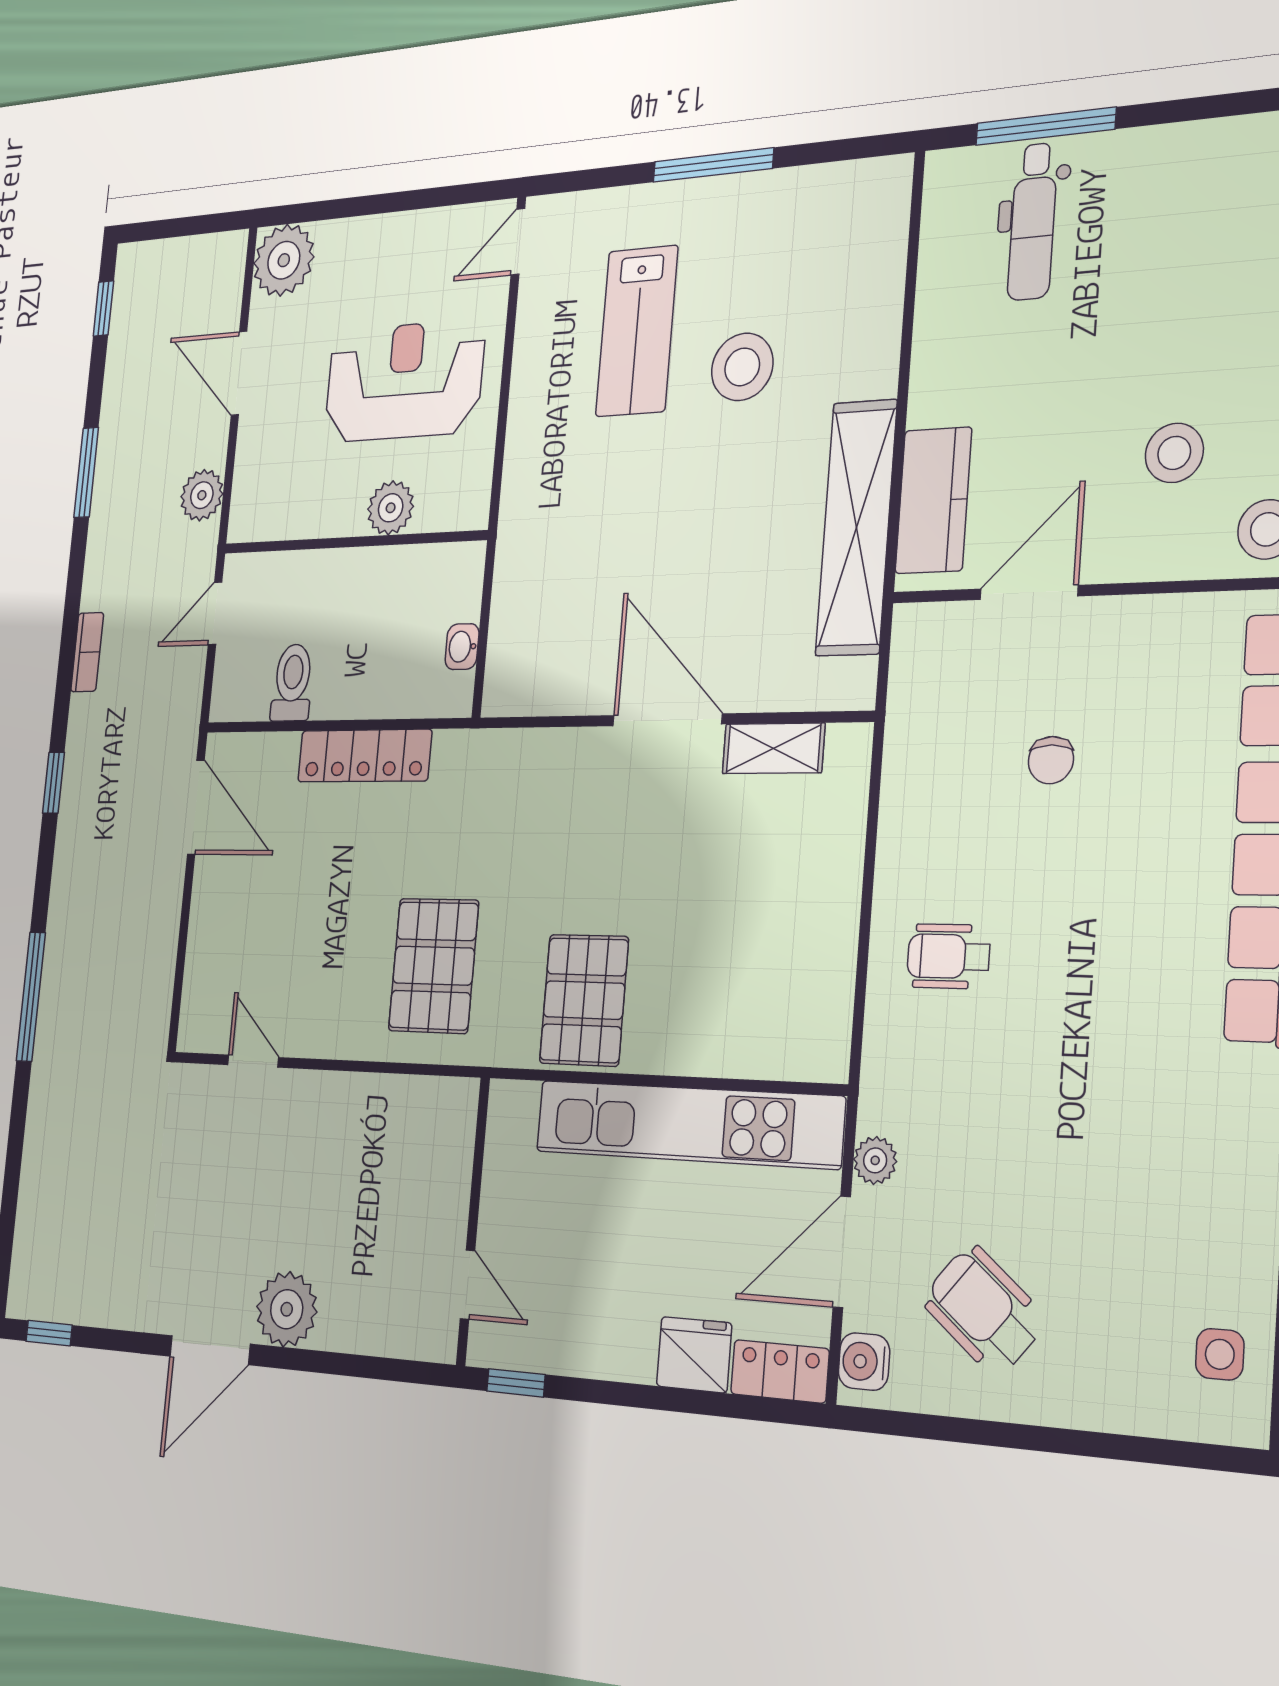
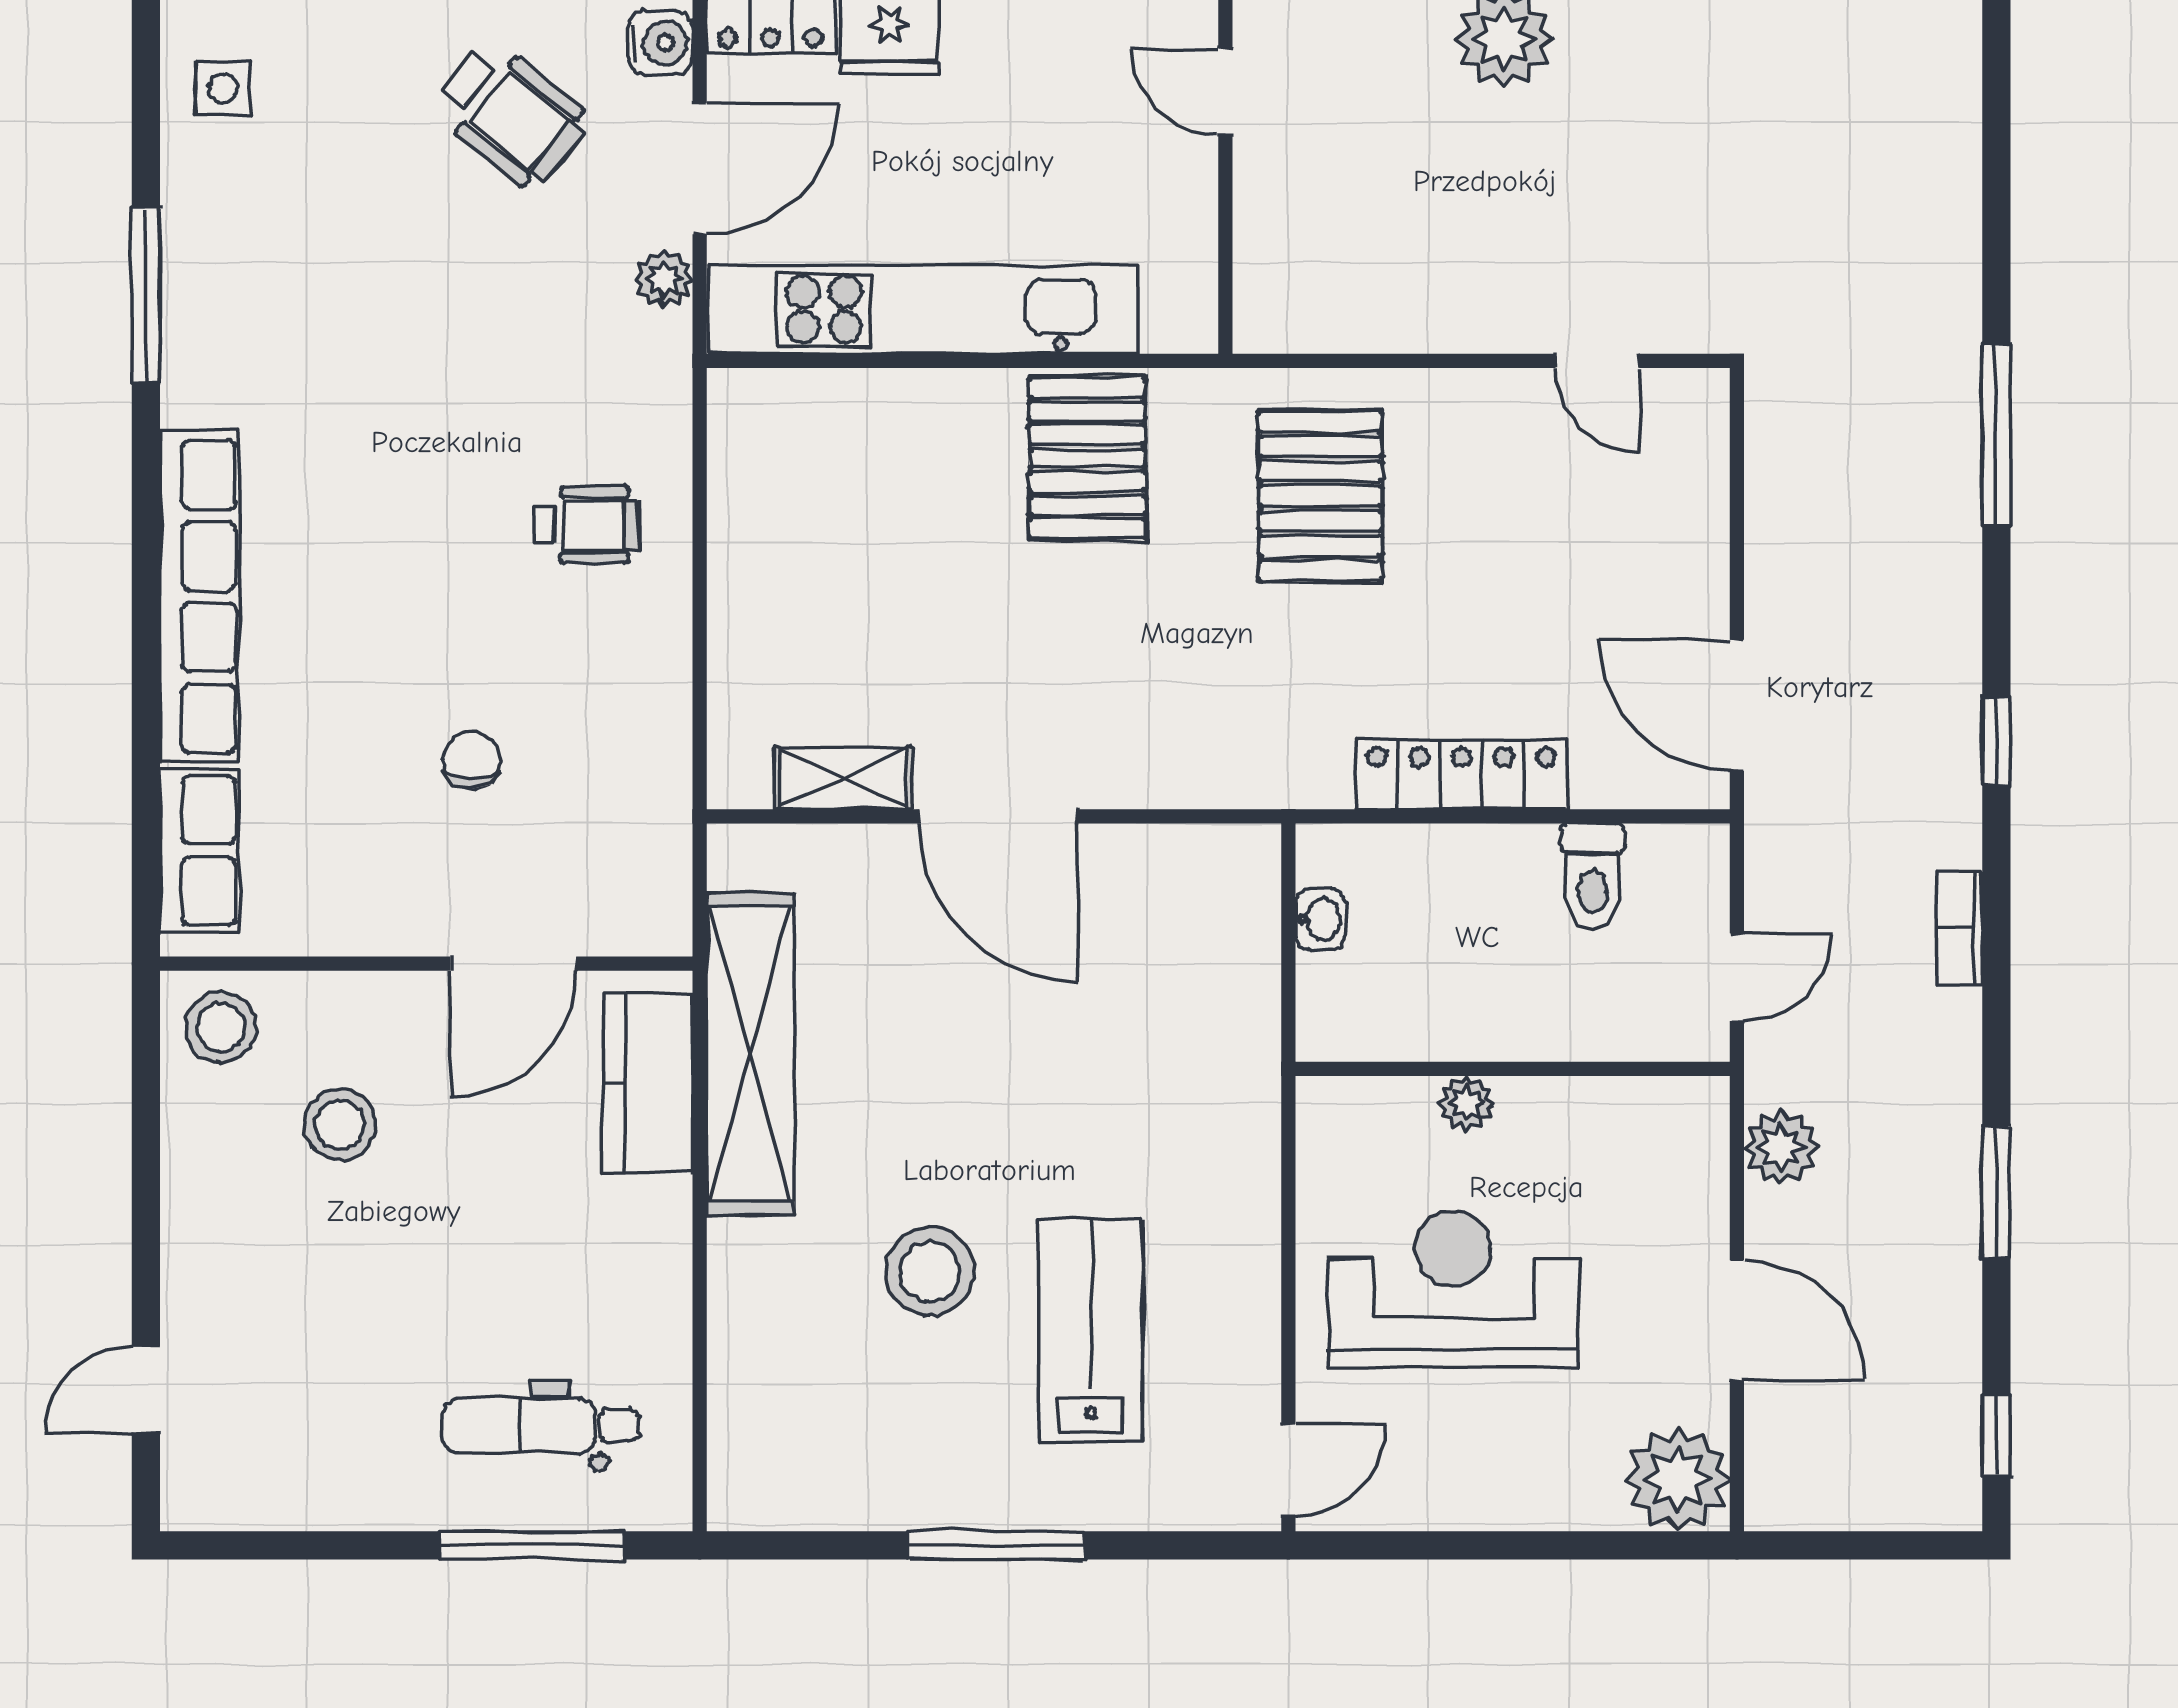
dental chair: (1033, 221) -> (540, 1426), turned -90
reception desk: (404, 381) -> (1453, 1289), turned 180
plant: (391, 508) -> (1466, 1103), width x0.73, depth x0.73

